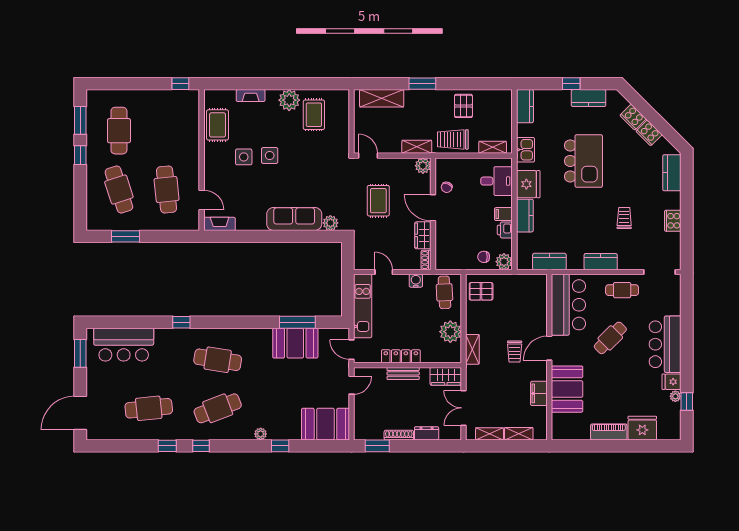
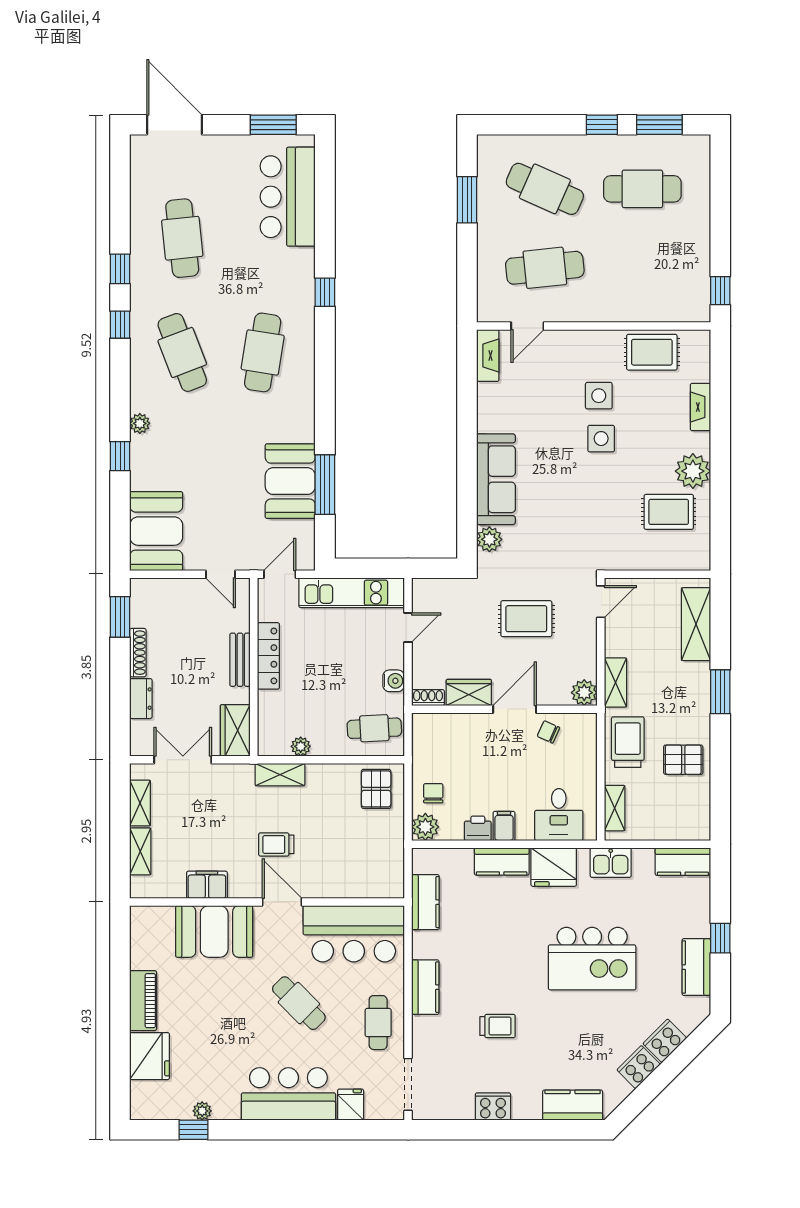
cafe table: (119, 189) -> (545, 189), turned 42
plant: (450, 332) -> (301, 746), width x0.53, depth x0.53
fridge: (672, 382) -> (351, 1105), moved

